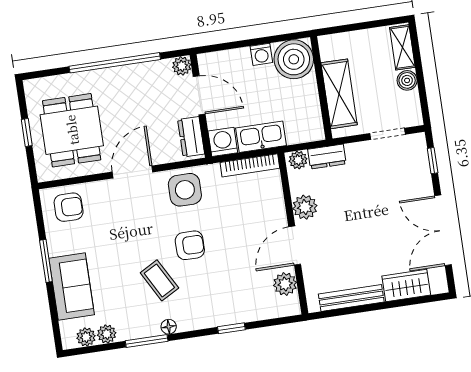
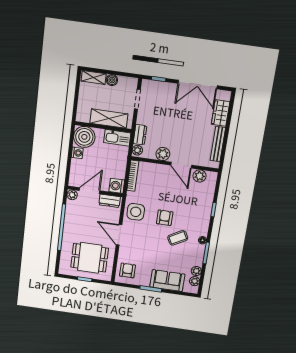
kitchen sink: (261, 137) -> (117, 138), moved, turned -90

